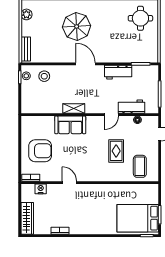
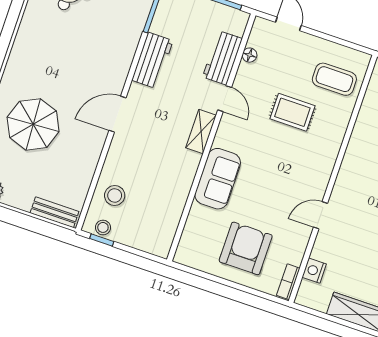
parasol: (77, 26) -> (33, 124), moved
shelving: (74, 109) -> (201, 132), moved

